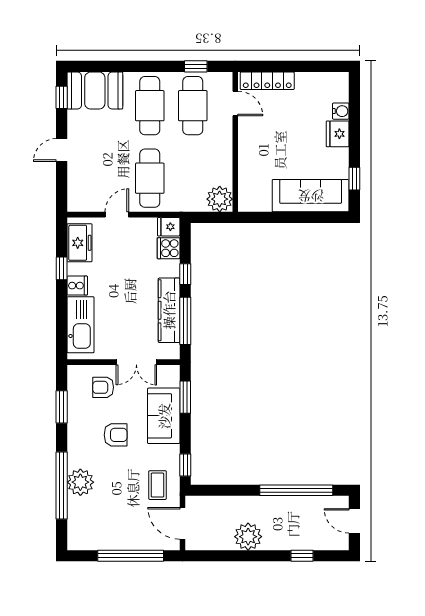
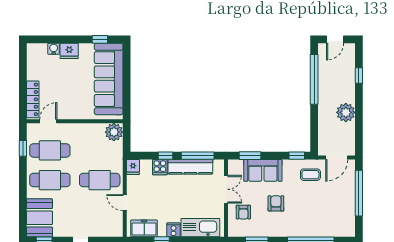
sofa: (311, 196) -> (109, 79), width x1.36, depth x1.27
cooker: (169, 248) -> (160, 167), moved
plant: (80, 482) -> (308, 228), removed

